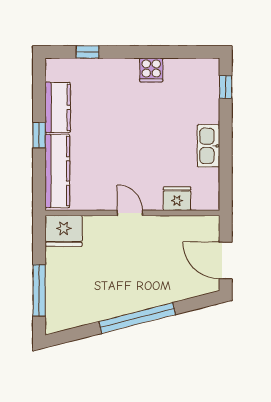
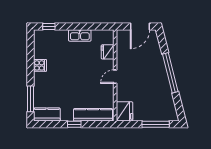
window: (88, 52) -> (31, 99), width x2.17
kitchen counter: (58, 107) -> (47, 115), moved

